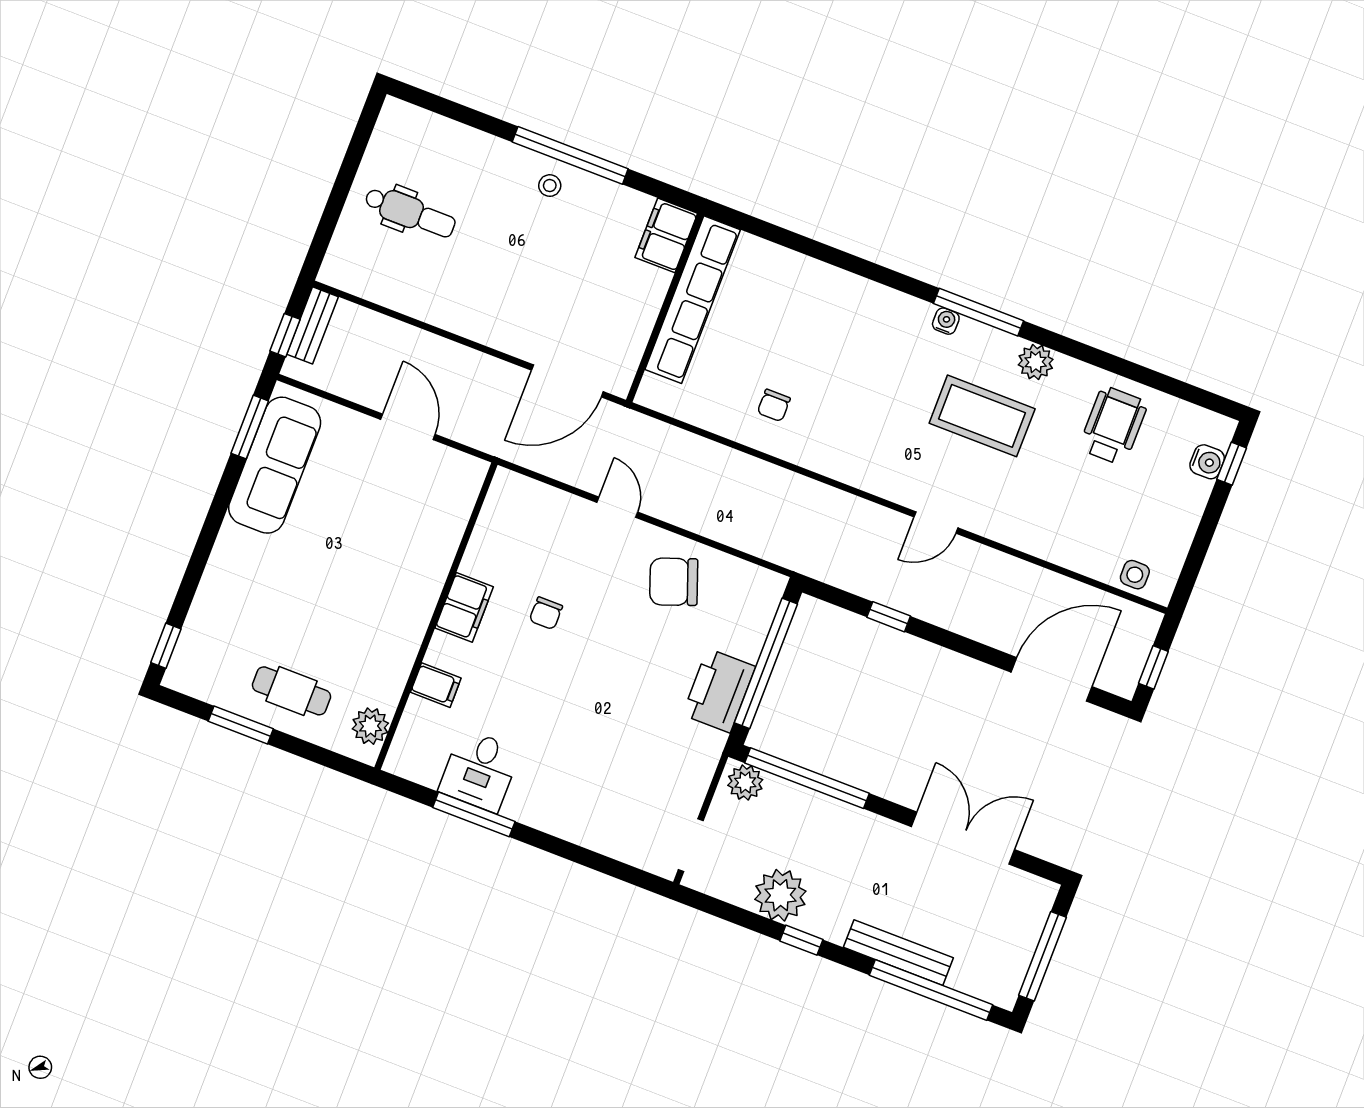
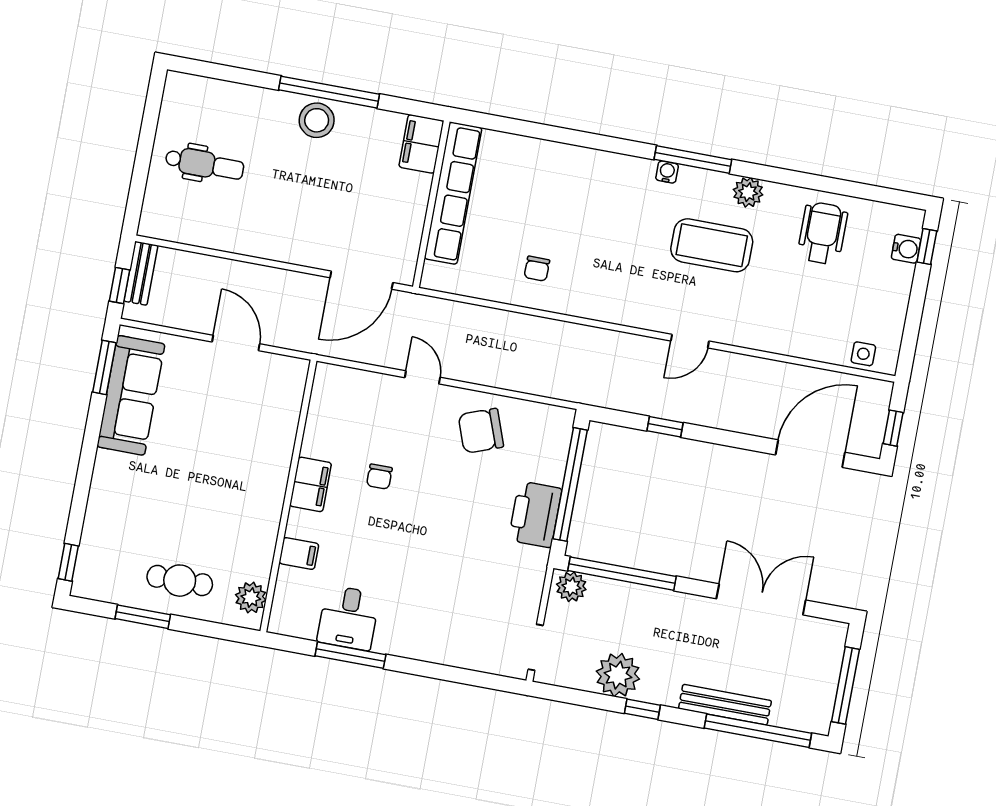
stool: (550, 186) -> (317, 120), width x1.89, depth x1.89

